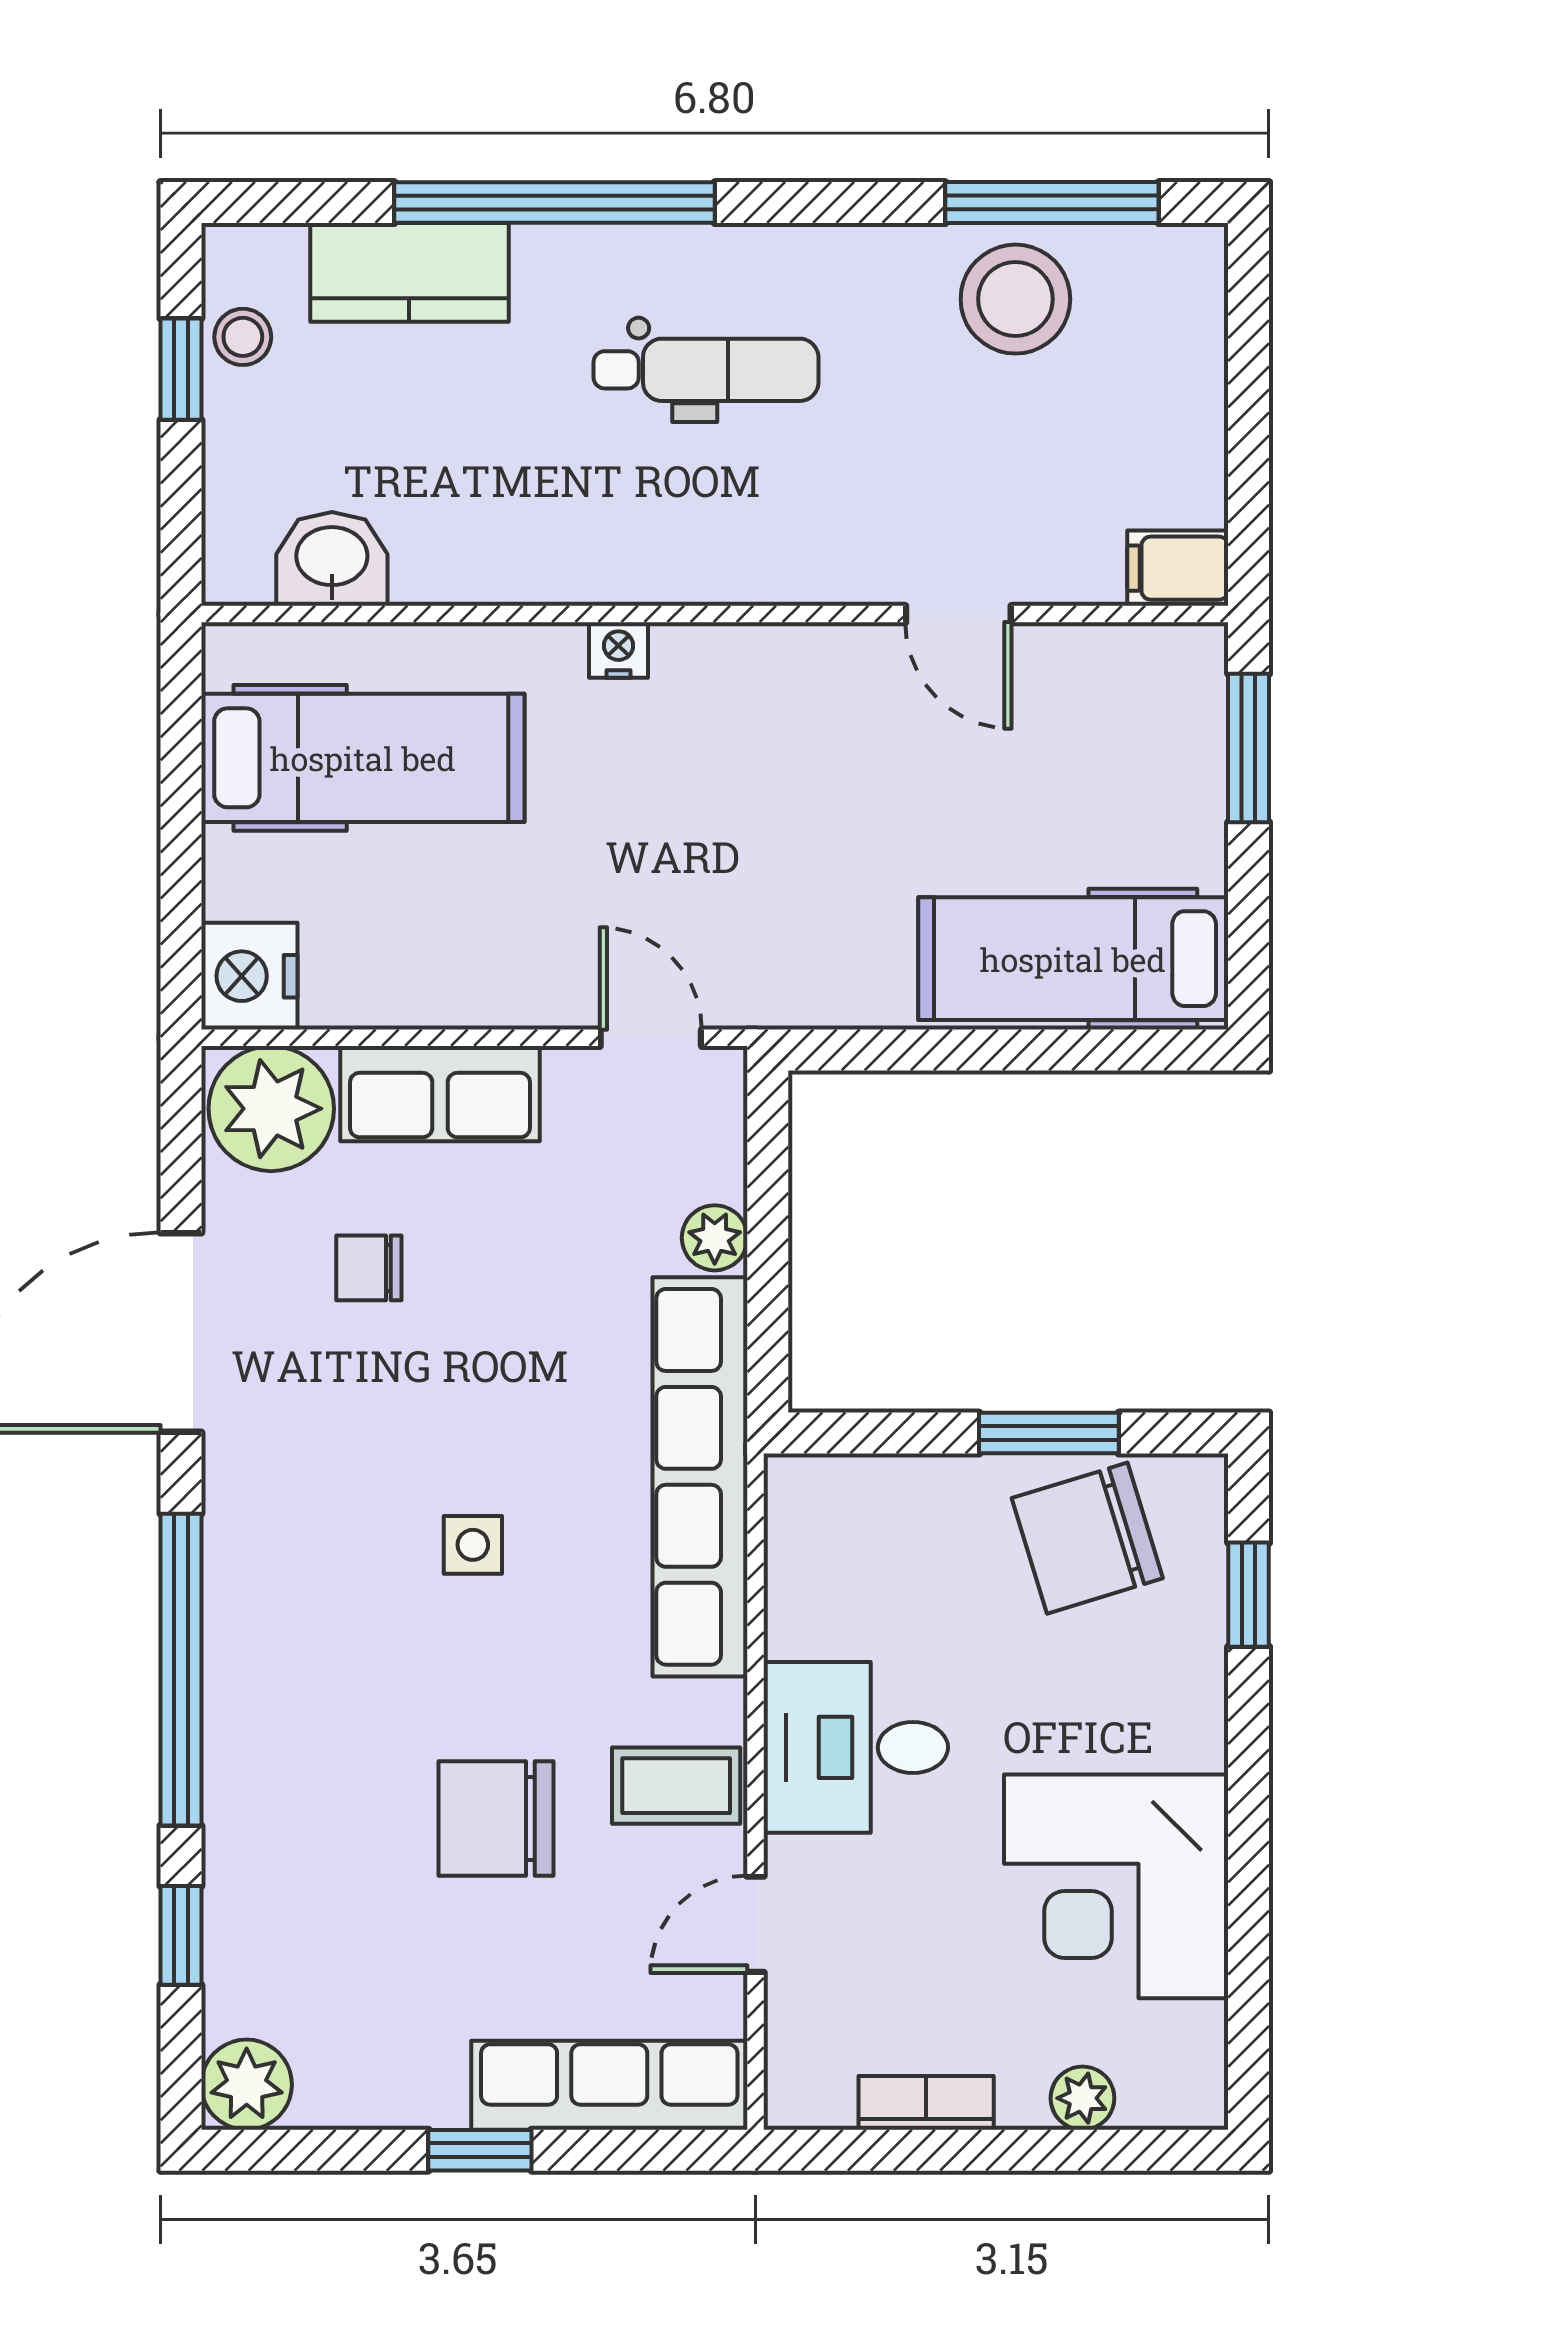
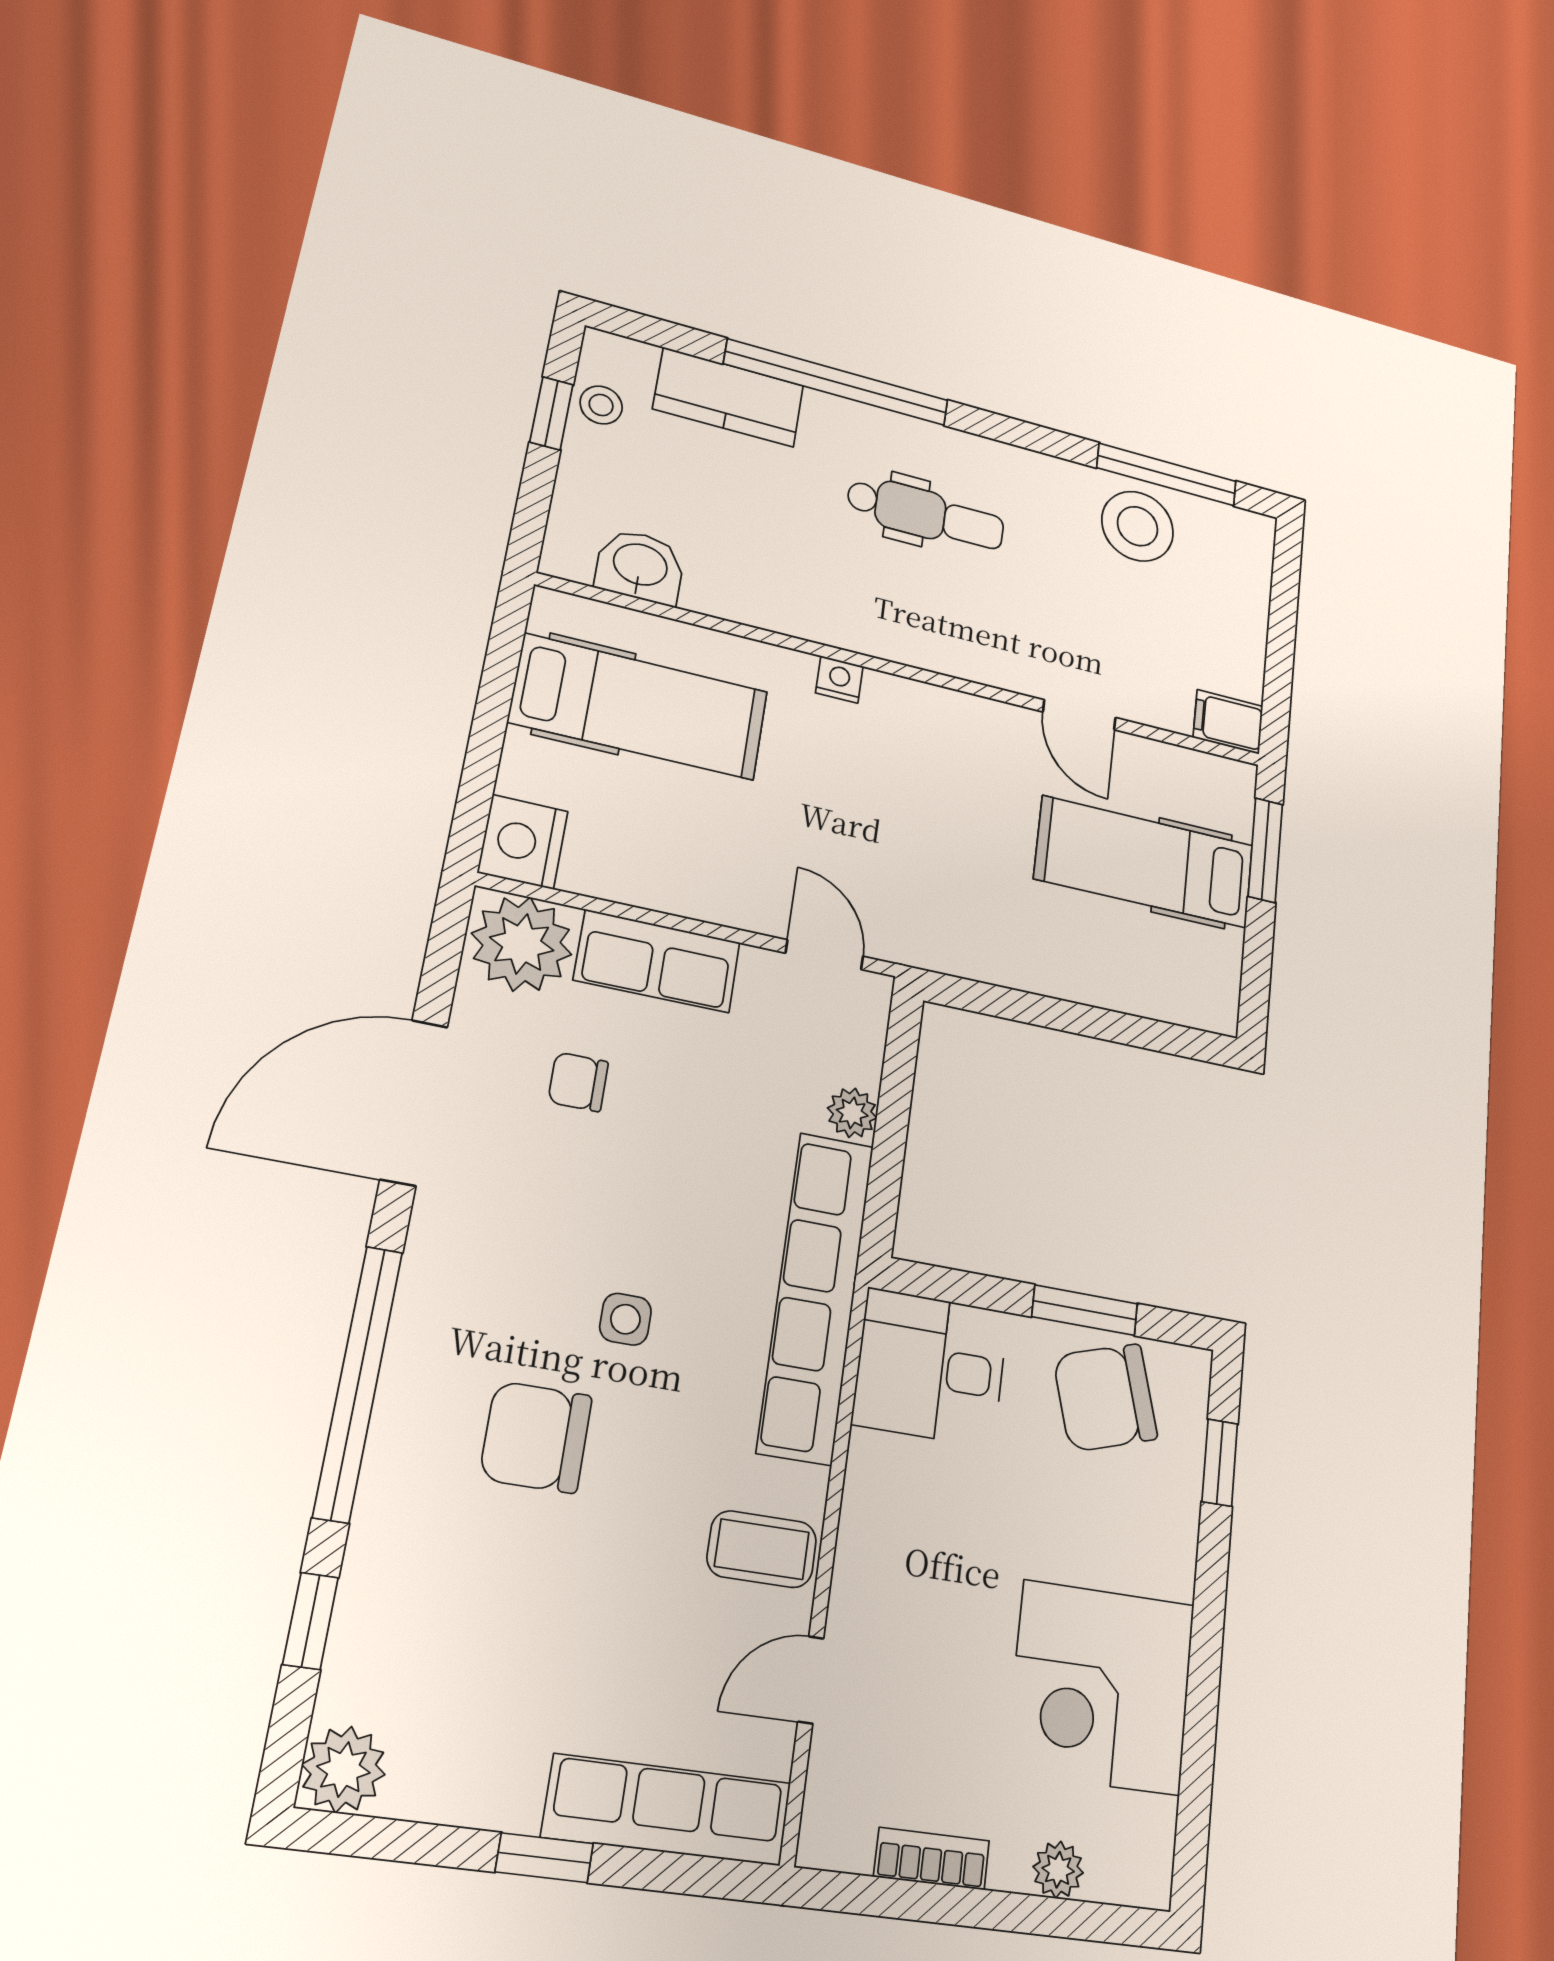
hospital bed: (1073, 959) -> (1145, 862), moved
desk: (856, 1747) -> (931, 1368), moved
chair: (496, 1819) -> (536, 1437), moved

